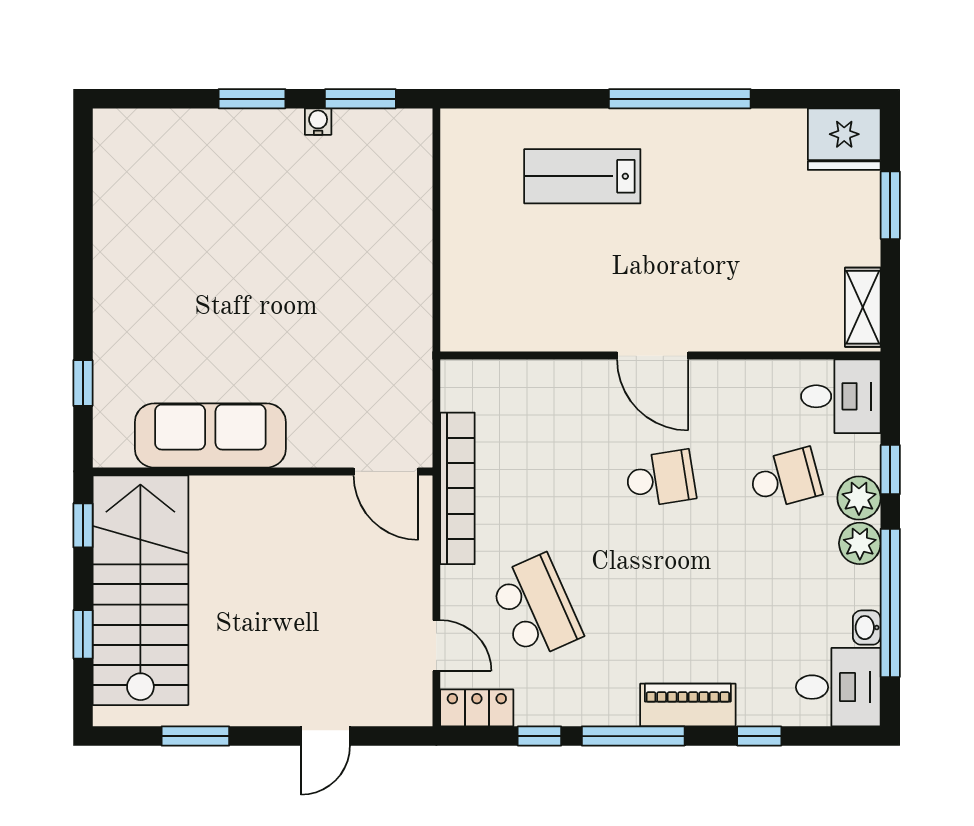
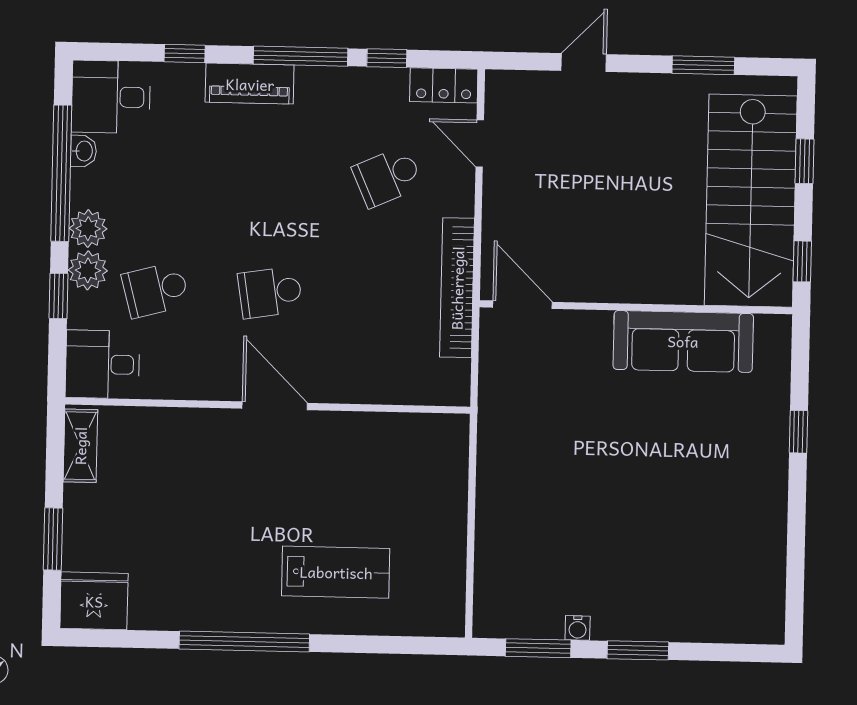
window: (83, 383) -> (798, 432), moved
school desk: (536, 607) -> (387, 177), width x0.54

